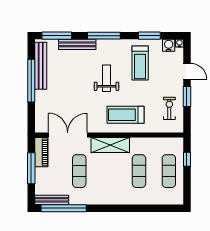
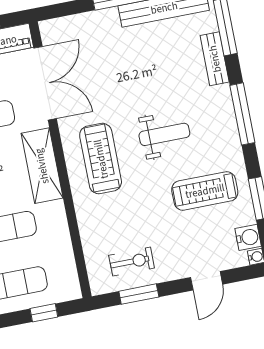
bench: (77, 44) -> (215, 59), width x0.73
window: (187, 97) -> (139, 294), moved
treadmill: (126, 115) -> (101, 159), moved

